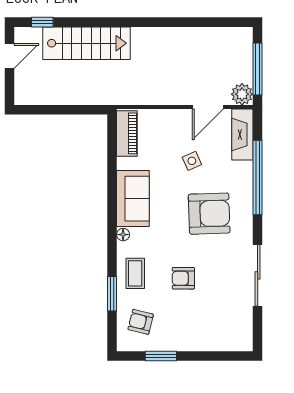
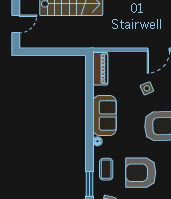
door: (9, 56) -> (16, 24), moved
armchair: (183, 278) -> (141, 173), width x1.88, depth x1.88

